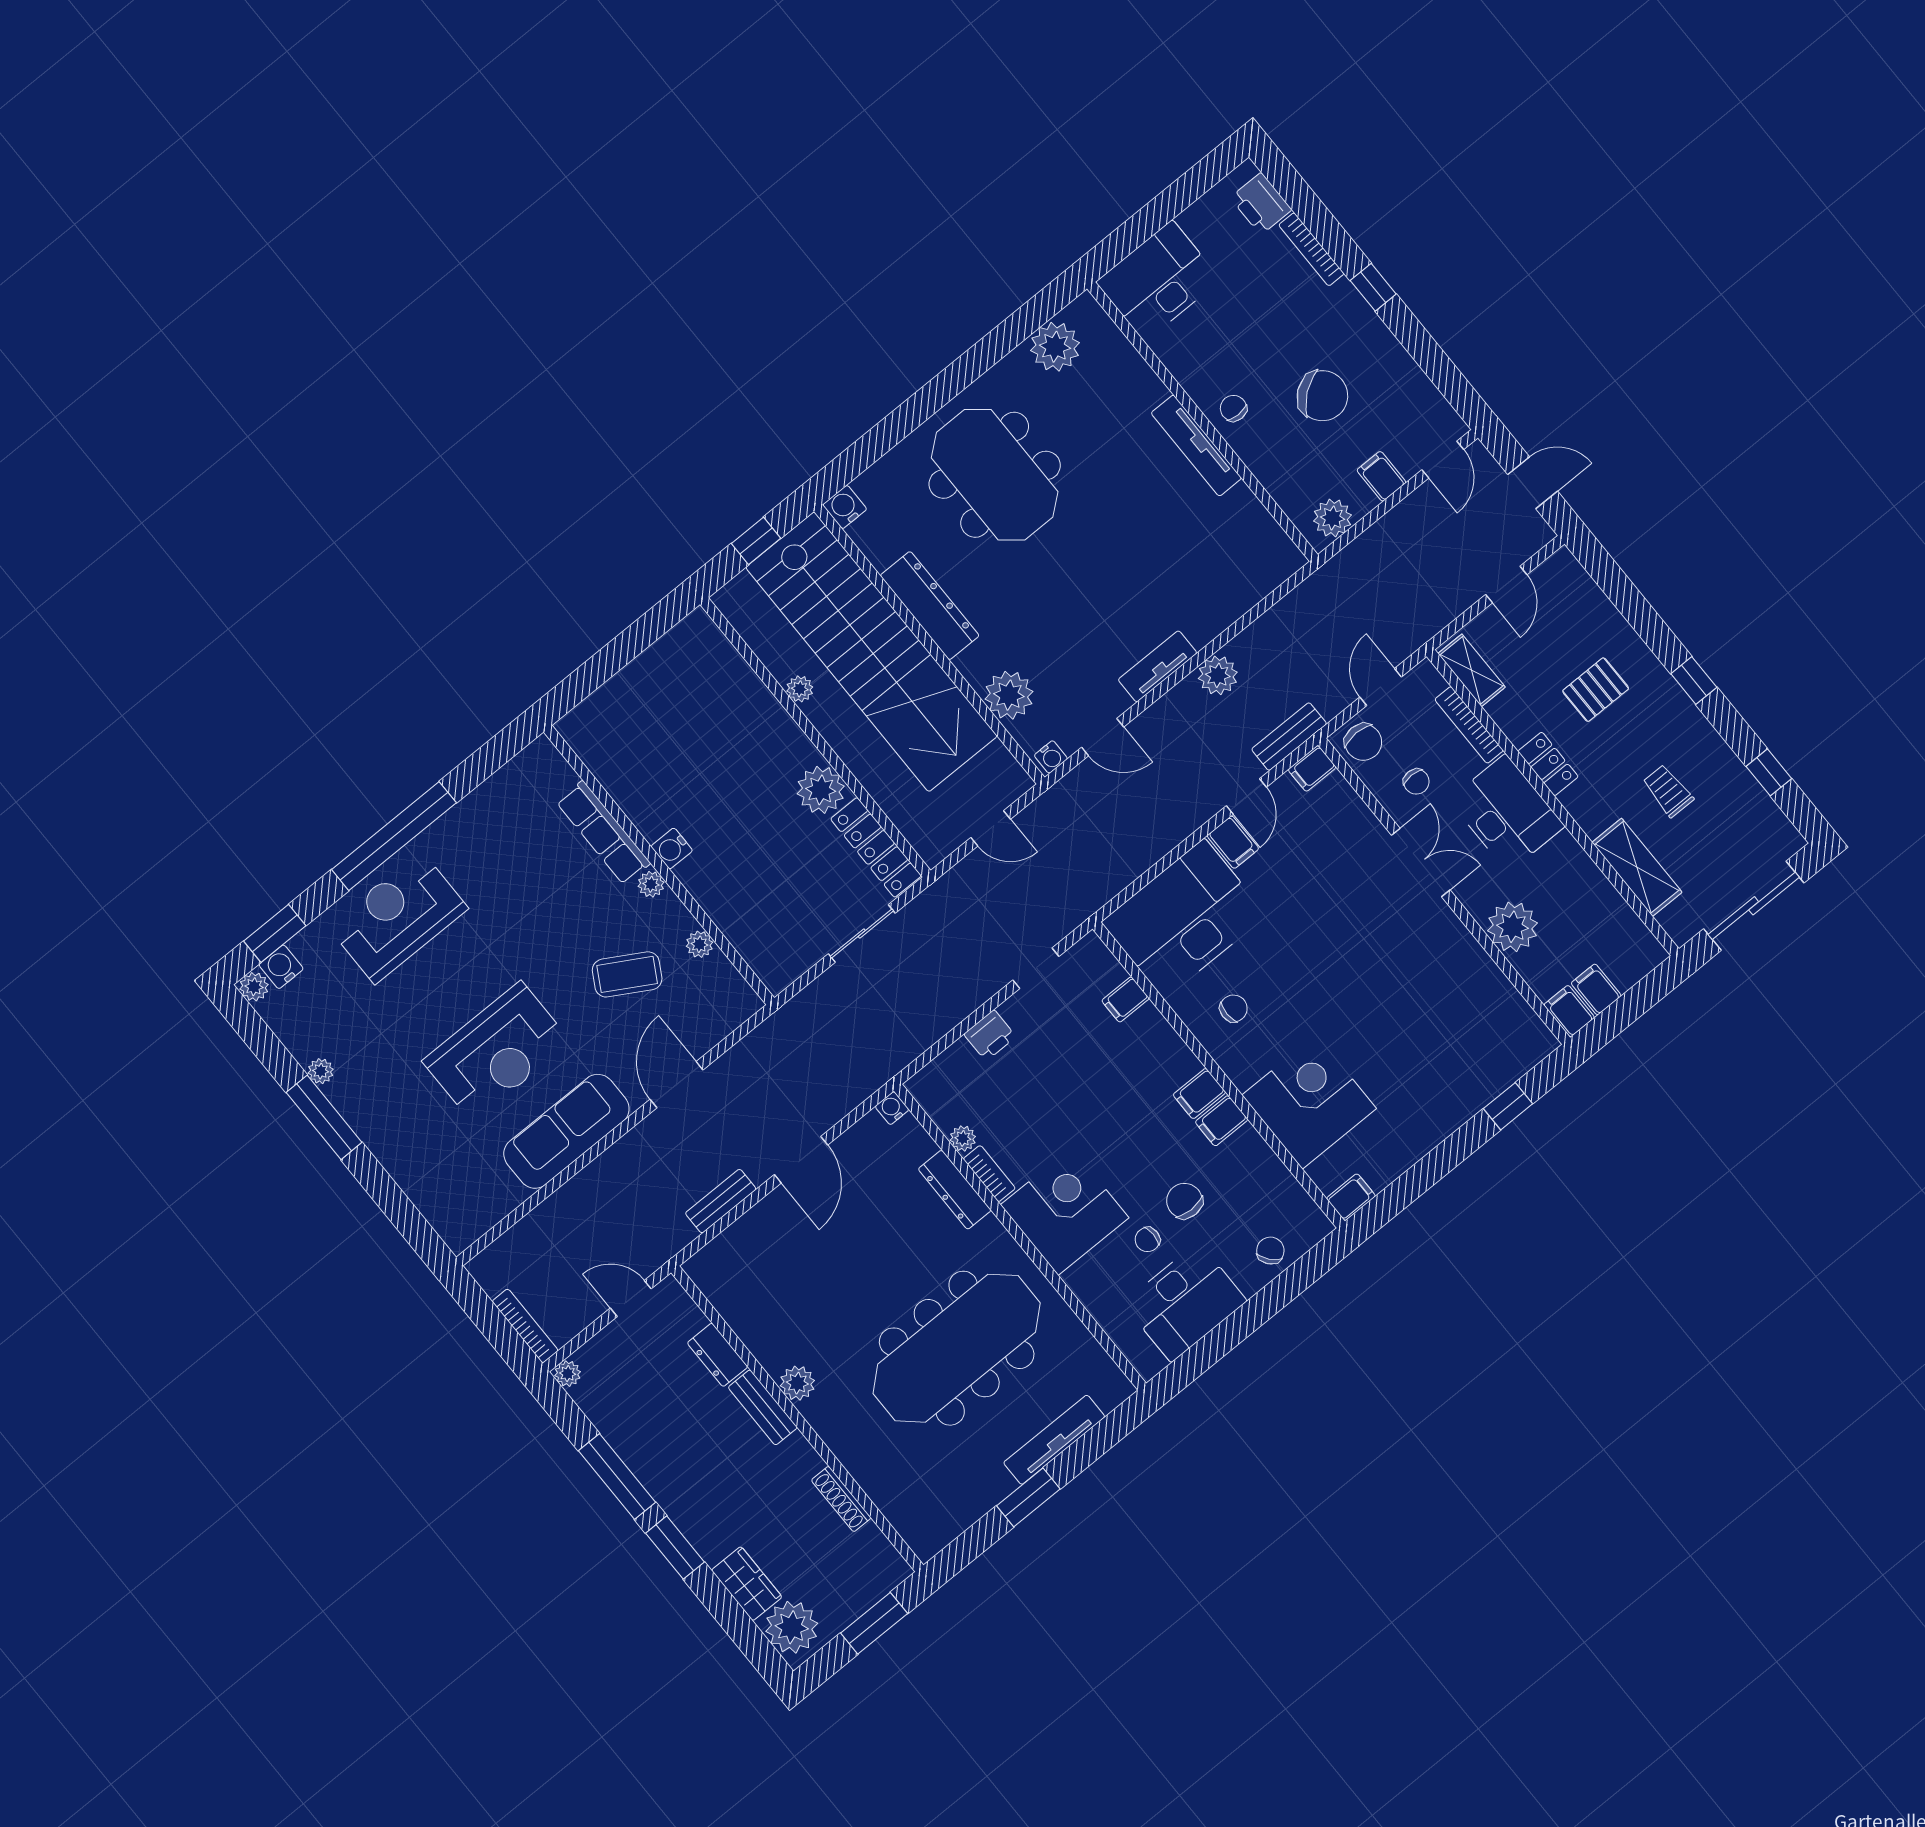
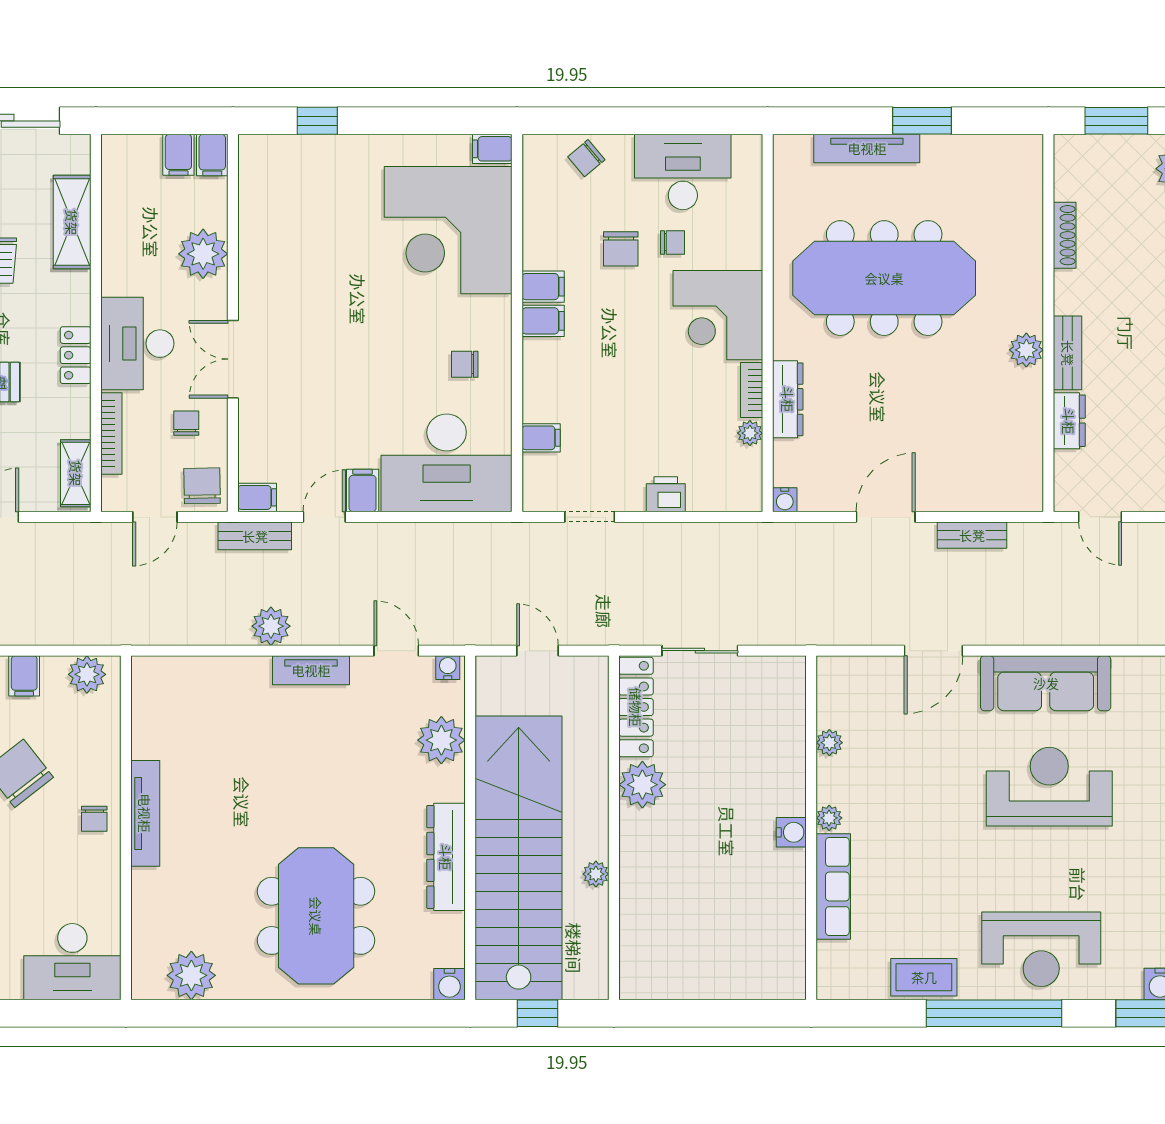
coffee table: (627, 974) -> (924, 977), moved, turned -30
corner desk: (1309, 1102) -> (448, 230), width x1.36, depth x1.36

